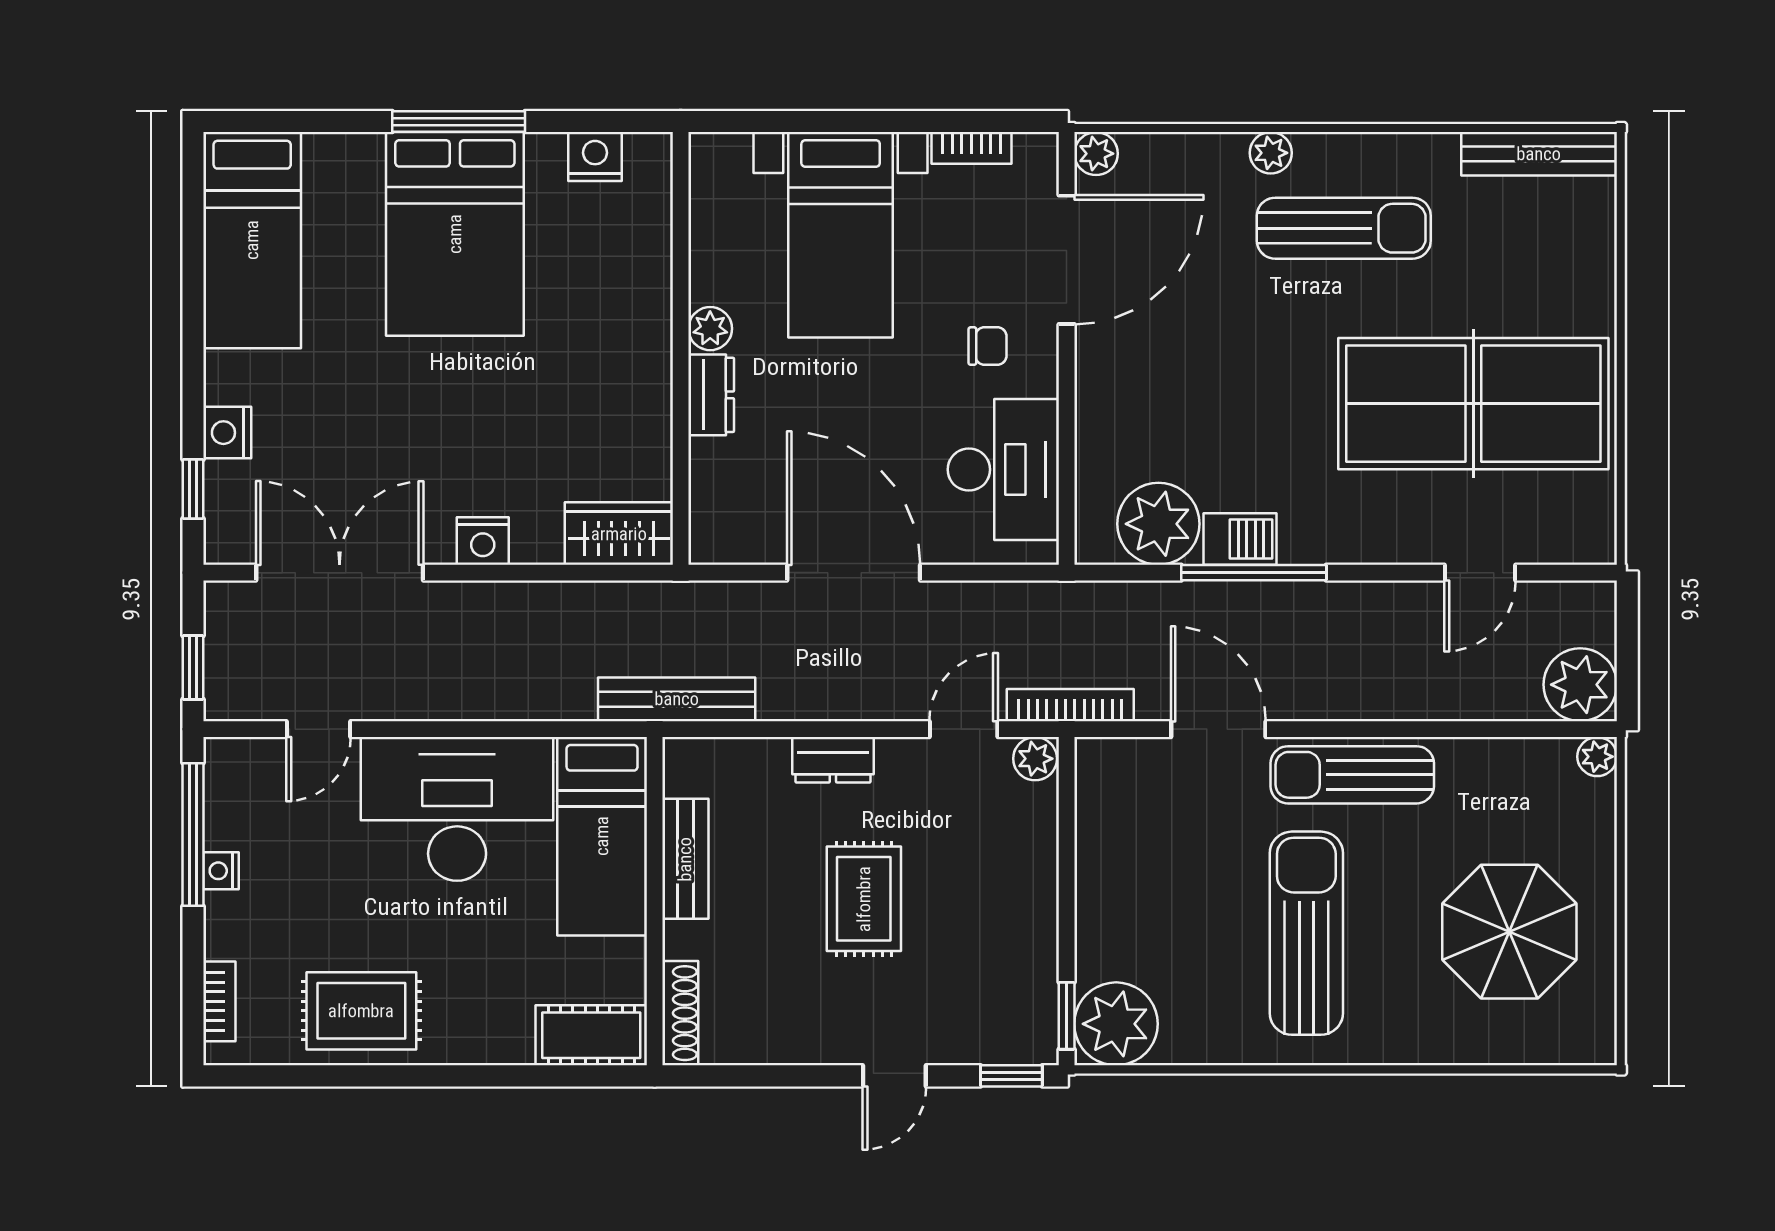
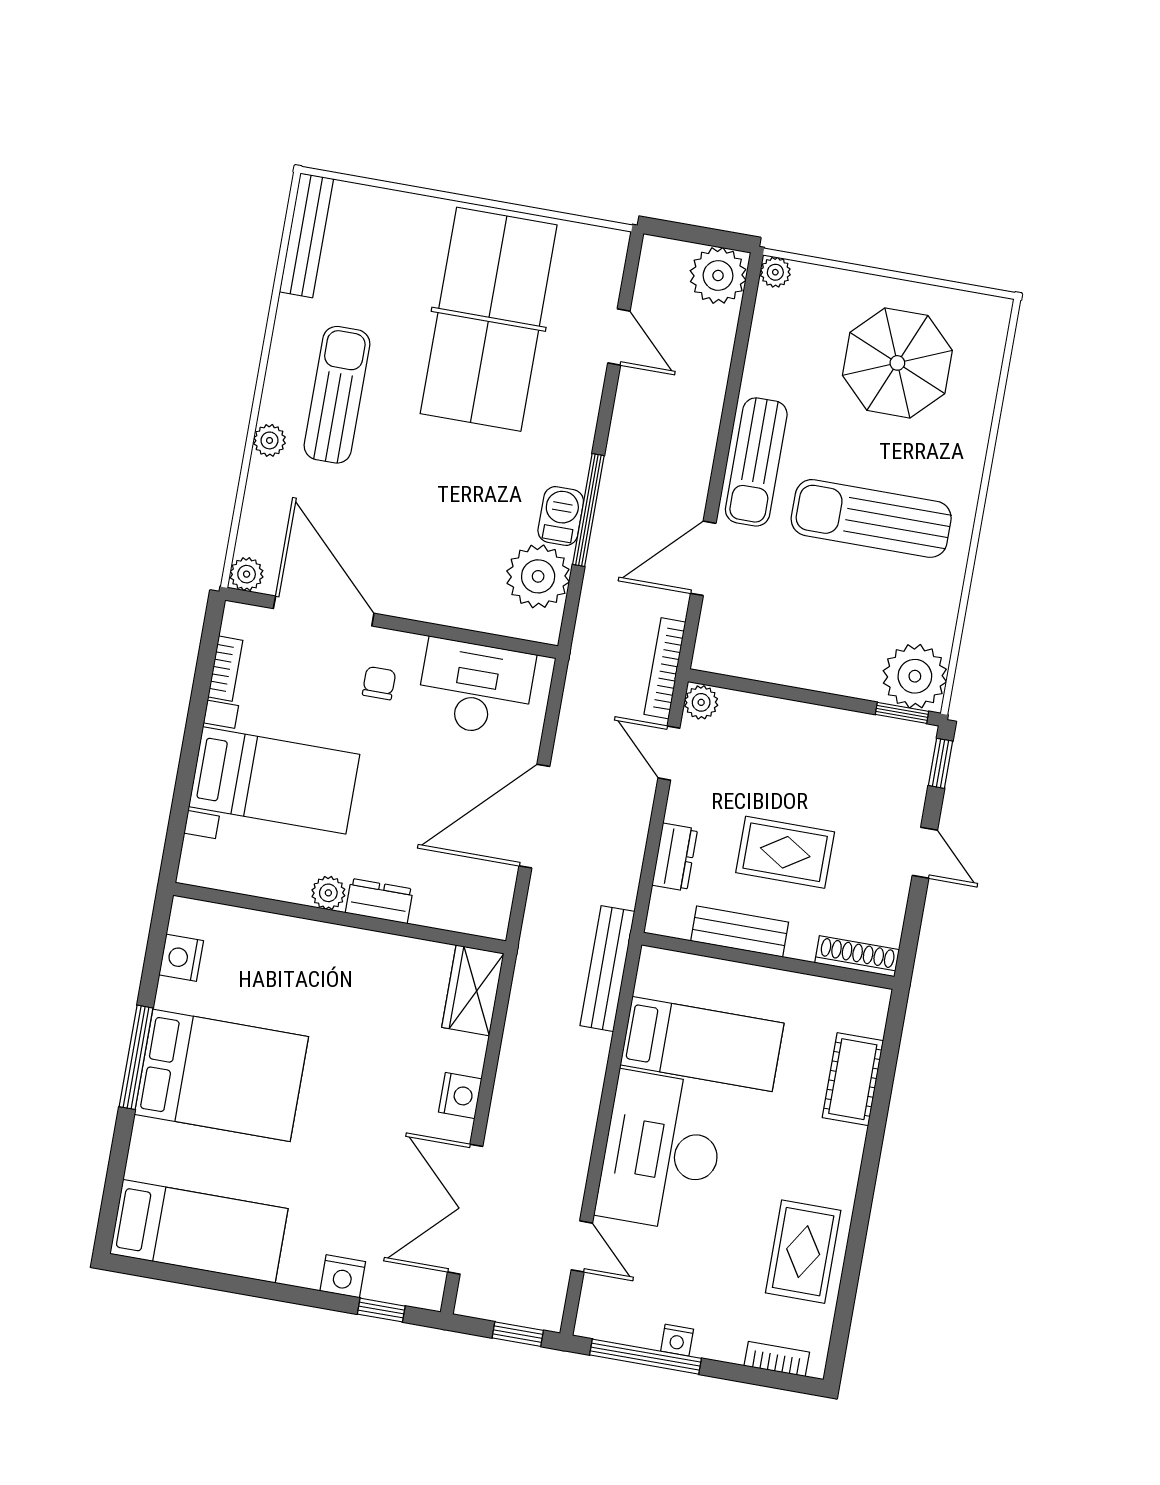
bench: (685, 859) -> (740, 931), moved
wall: (655, 901) -> (768, 961), moved
shoe rack: (680, 1013) -> (857, 956), moved

